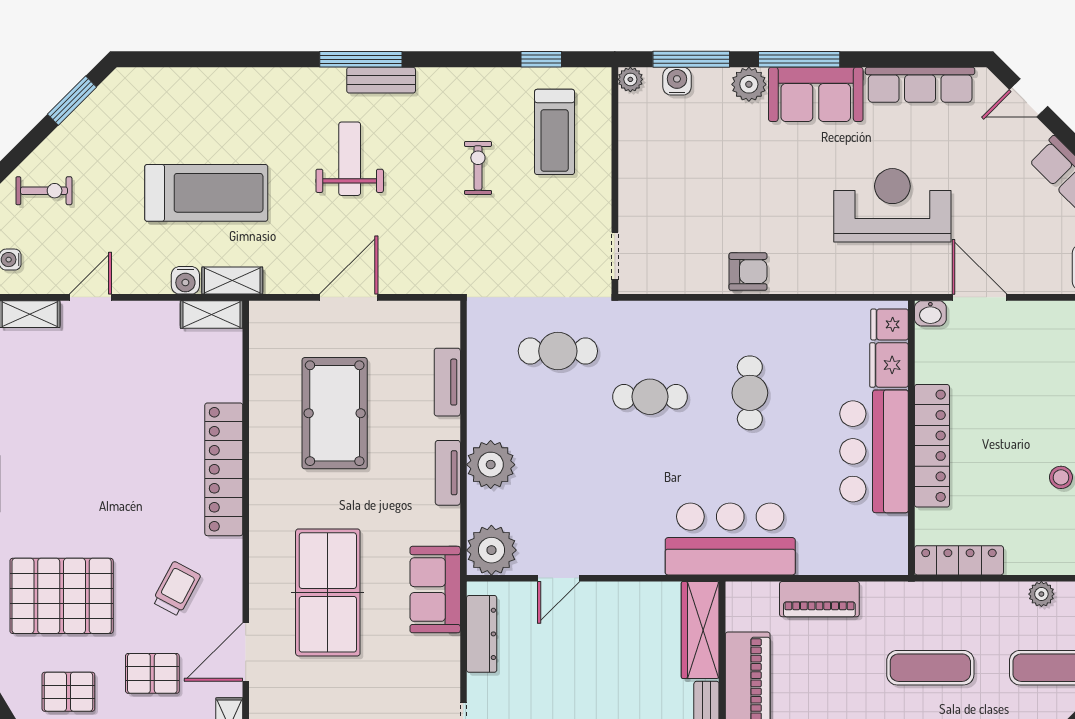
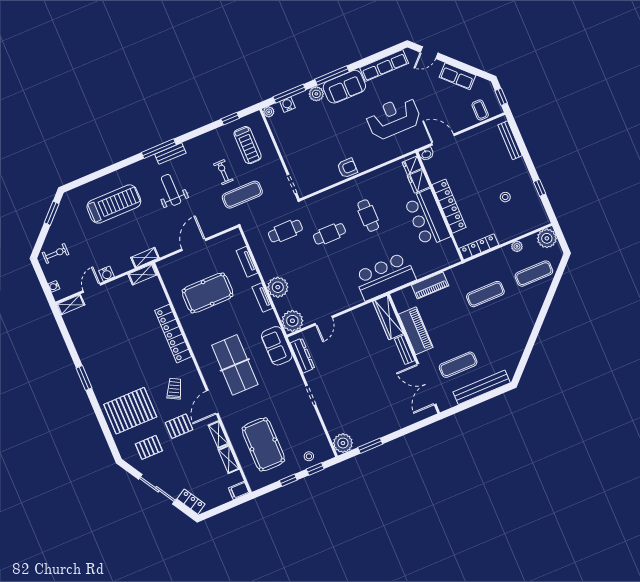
treadmill: (206, 193) -> (114, 204), moved
exercise mat: (498, 234) -> (242, 195), added
water cooler: (185, 280) -> (107, 274), moved
pool table: (335, 413) -> (208, 293), turned 90

